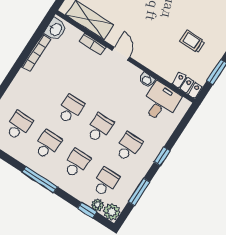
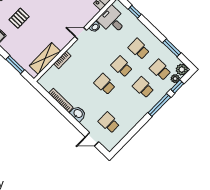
washbasin: (55, 29) -> (78, 114), moved
door: (121, 54) -> (81, 33), moved
school desk: (48, 144) -> (126, 105), removed
window: (162, 156) -> (135, 12), moved
window: (40, 179) -> (159, 105), moved

